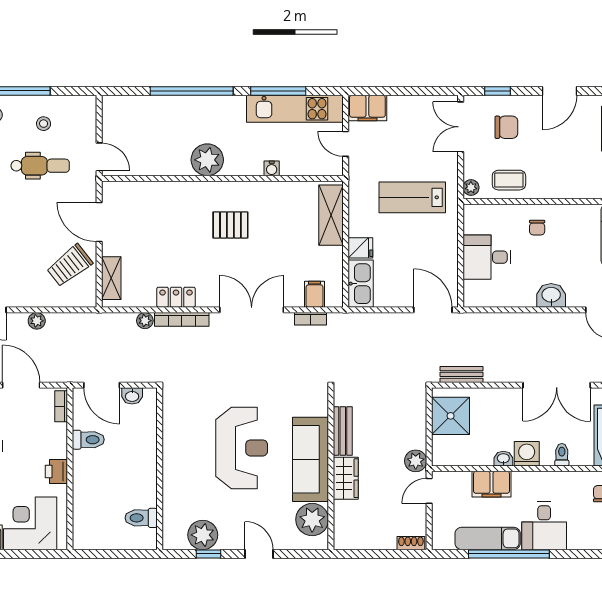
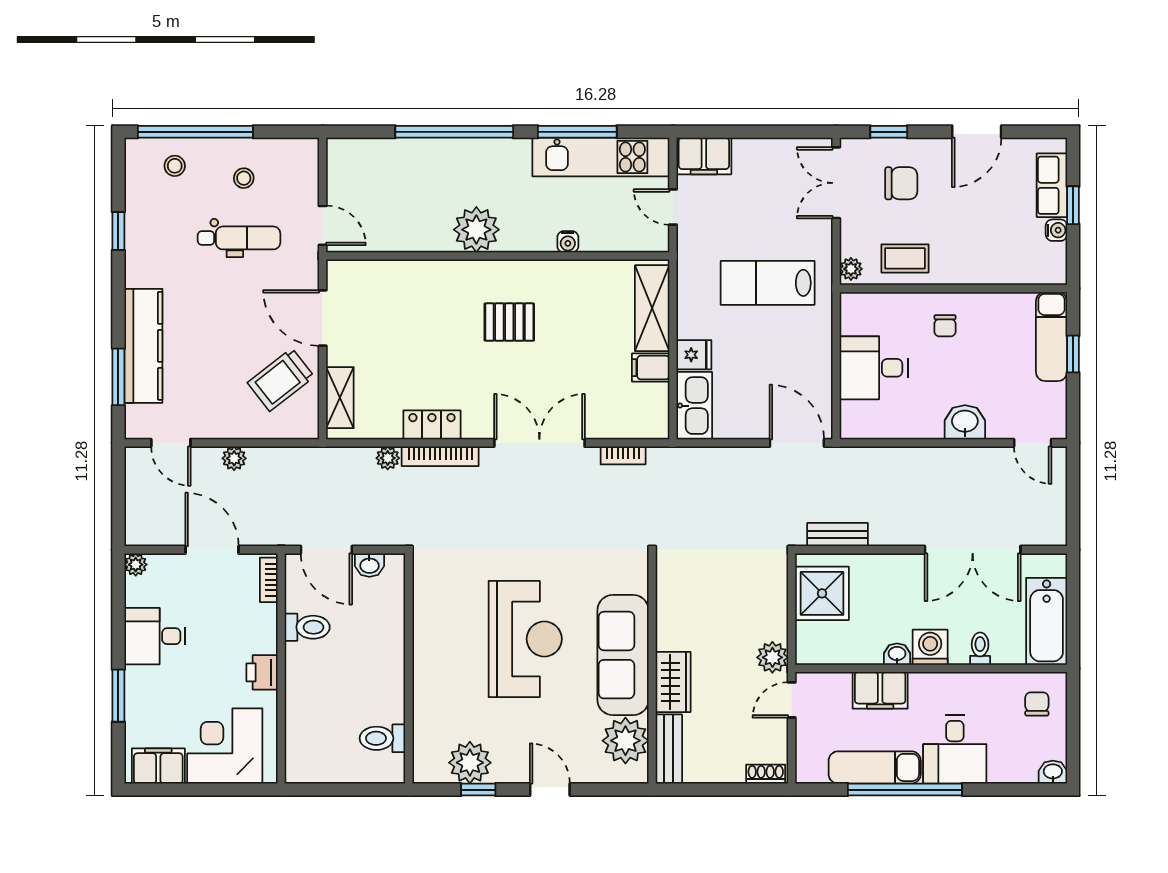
filing cabinet: (315, 294) -> (651, 368), moved, turned -90
bench: (343, 431) -> (669, 749), moved

